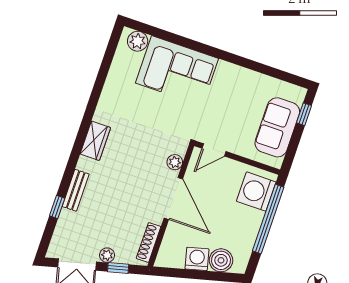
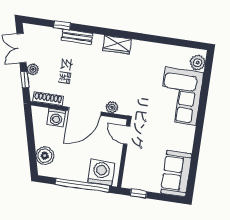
window: (304, 114) -> (139, 194), moved
sofa: (277, 127) -> (176, 174), moved, turned -90
washing machine: (197, 259) -> (56, 118), moved, turned 104

